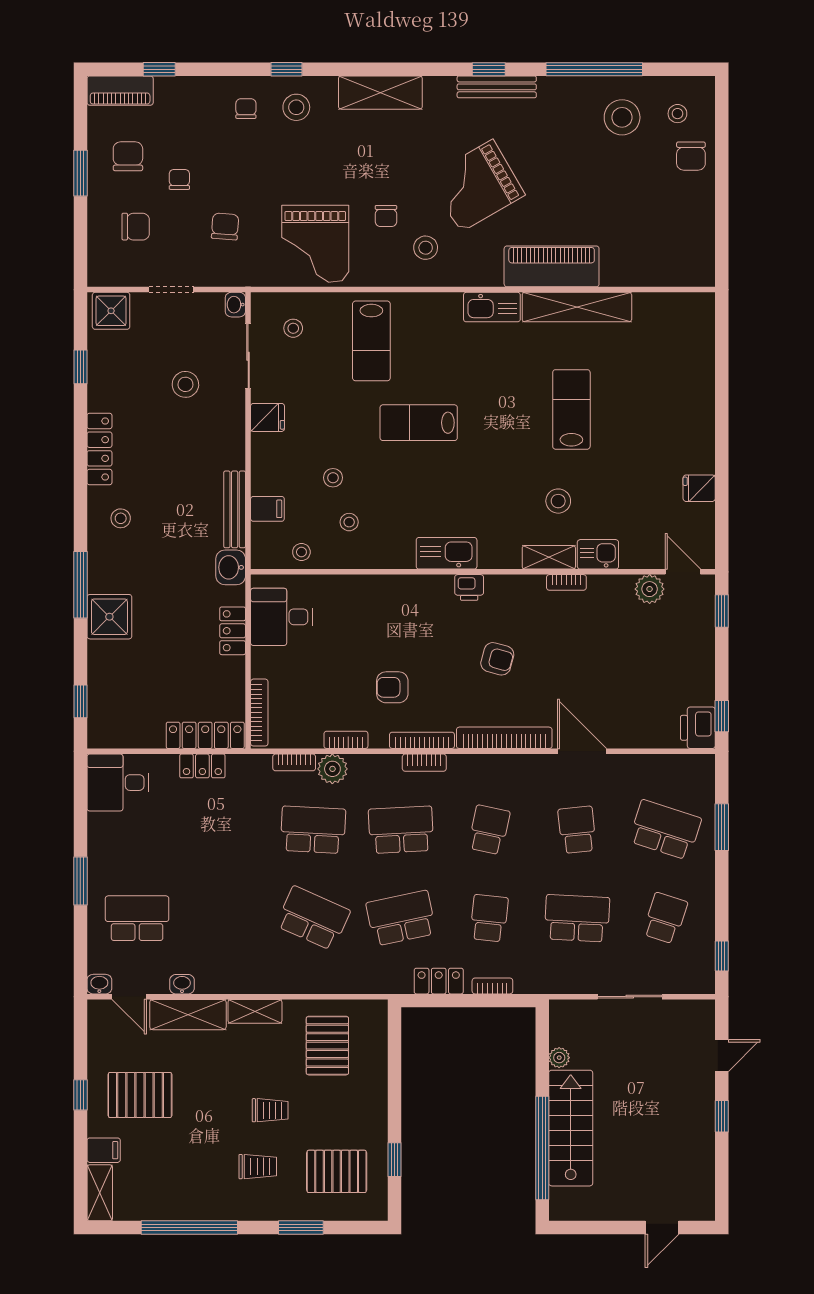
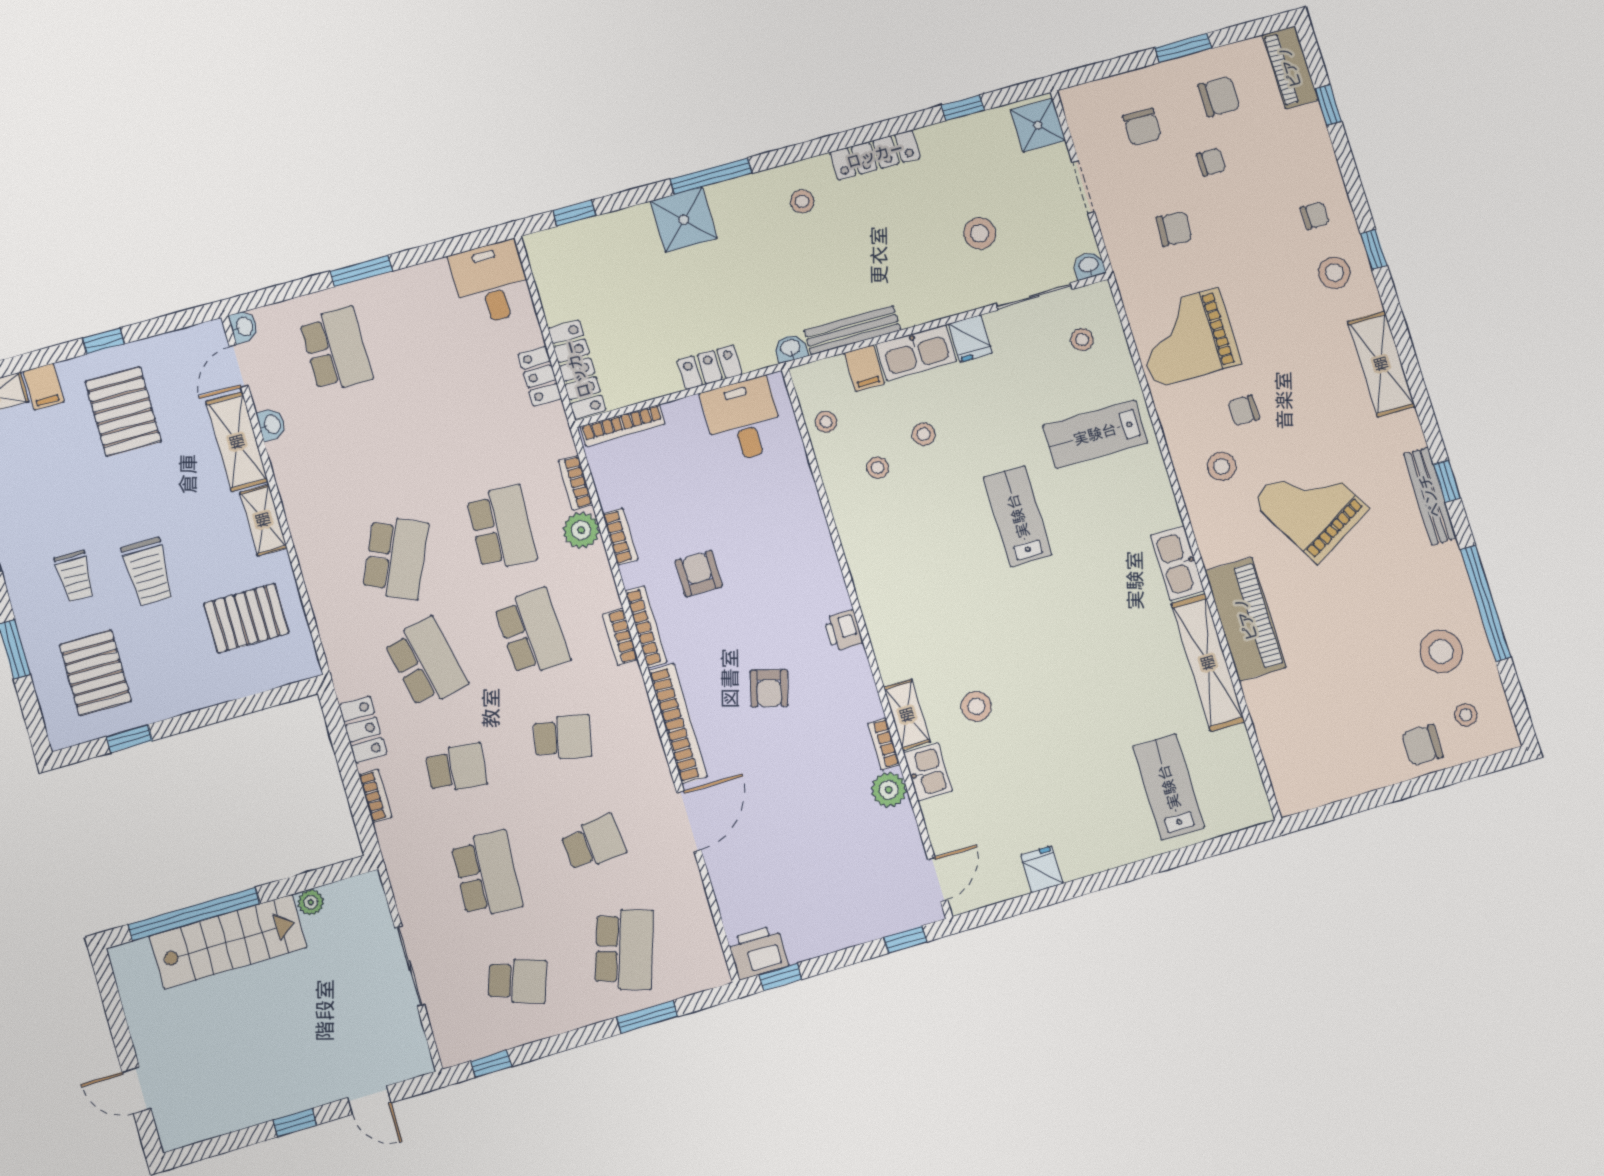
lab bench: (571, 409) -> (1169, 787), moved, turned -90
kitchen sink: (447, 553) -> (916, 353), moved, turned 90
washbasin: (231, 567) -> (790, 348), width x0.72, depth x0.69
plant: (650, 589) -> (889, 790), moved
trolley: (270, 1110) -> (148, 572), width x1.36, depth x1.39

